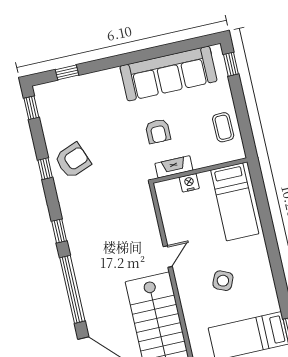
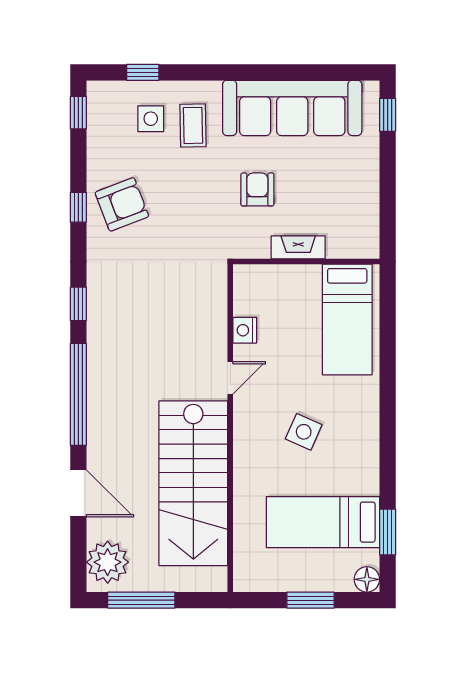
side table: (79, 101) -> (151, 119), added
coffee table: (223, 127) -> (193, 125), moved
armchair: (158, 131) -> (257, 189), turned 180
fireplace: (174, 167) -> (298, 247), moved
nightstand: (189, 183) -> (245, 330), moved, turned -90

